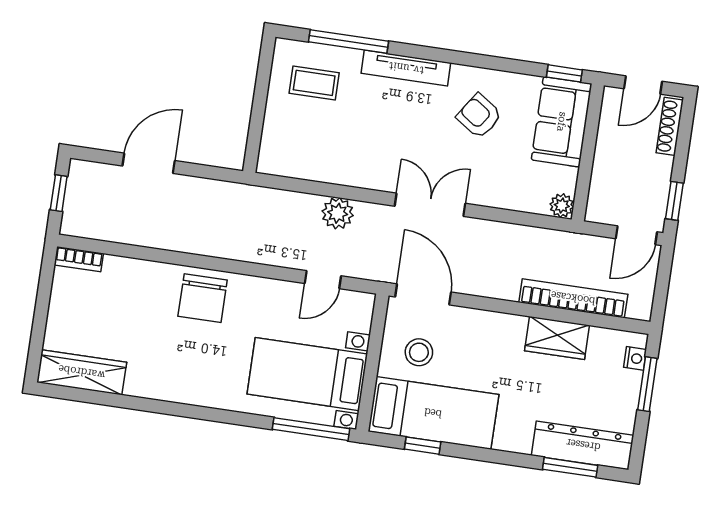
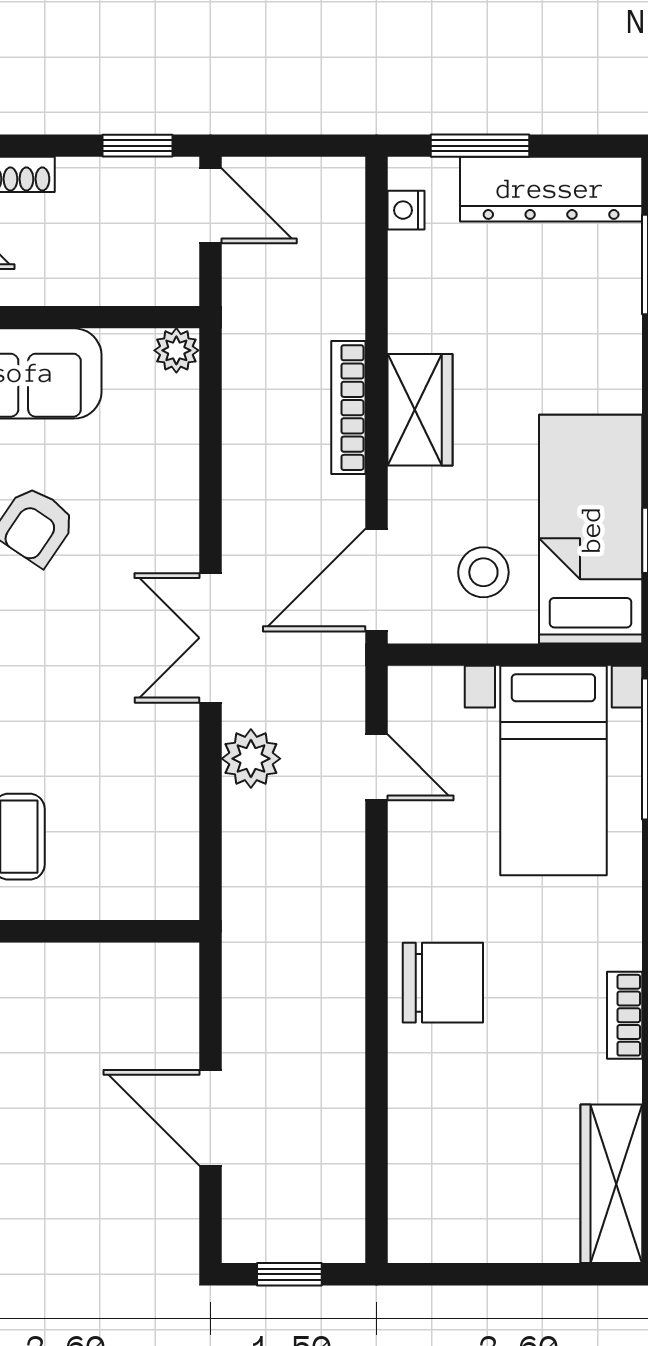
double door: (430, 205) -> (210, 638), moved
bookcase: (79, 259) -> (625, 1015), moved, turned 180
bookcase: (573, 298) -> (348, 408), moved, width x0.68, depth x0.76
wardrobe: (557, 338) -> (420, 410), moved
nightstand: (635, 358) -> (406, 210), moved, turned -90
dresser: (583, 445) -> (551, 189), moved, turned -90

